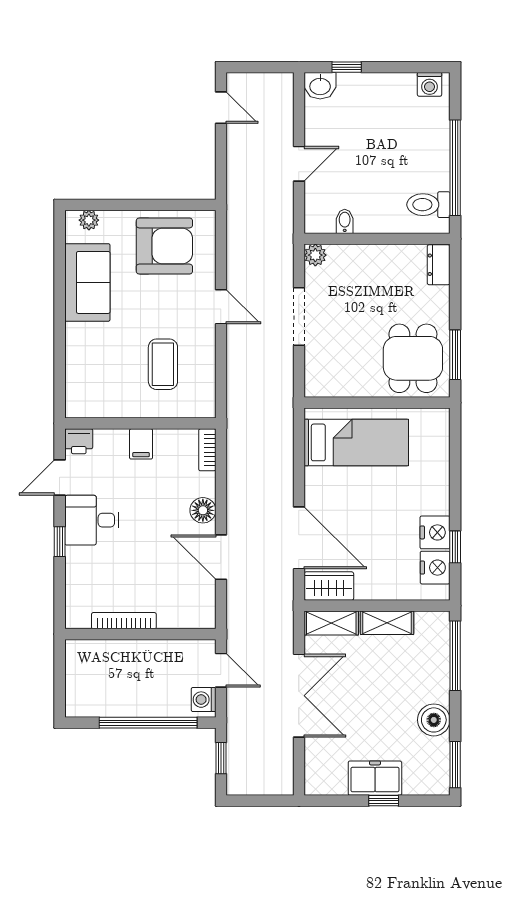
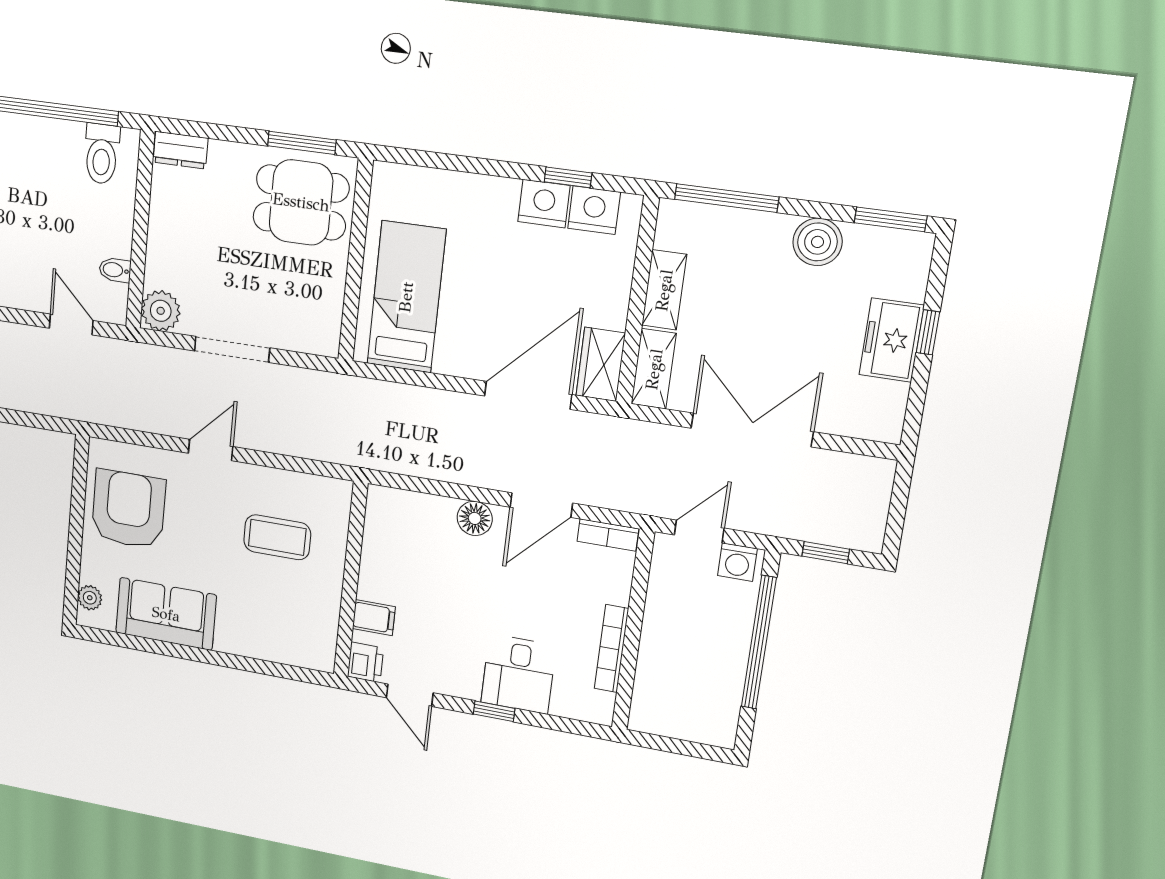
door: (299, 164) -> (71, 324), moved
plant: (315, 255) -> (161, 311), width x1.38, depth x1.38
filing cabinet: (141, 444) -> (374, 618), moved
bookcase: (207, 450) -> (608, 535), moved
desk: (92, 520) -> (518, 674), moved

